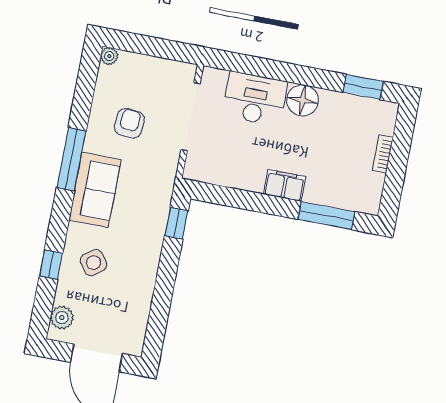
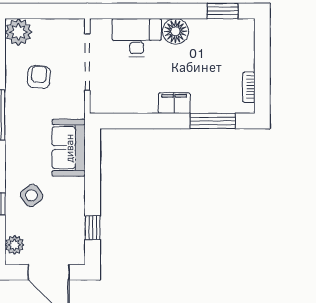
plant: (109, 56) -> (18, 32), width x1.88, depth x1.88
bookcase: (383, 154) -> (249, 87), moved
sofa: (95, 190) -> (69, 148), moved, turned 180
window: (176, 223) -> (93, 228), moved

